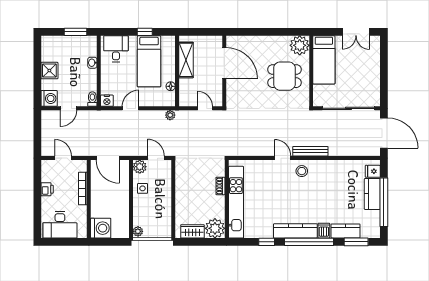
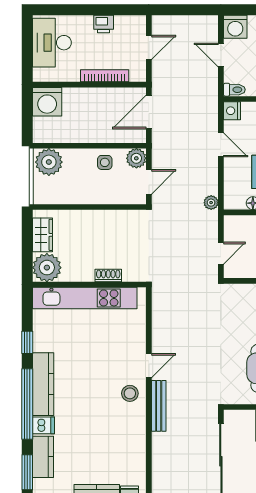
plant: (138, 231) -> (49, 162), width x1.88, depth x1.88

